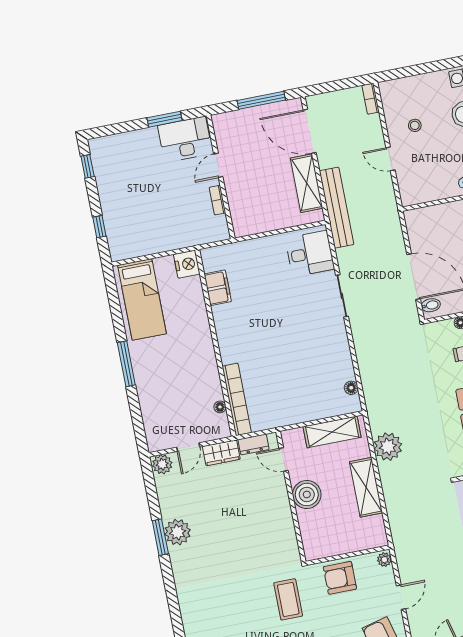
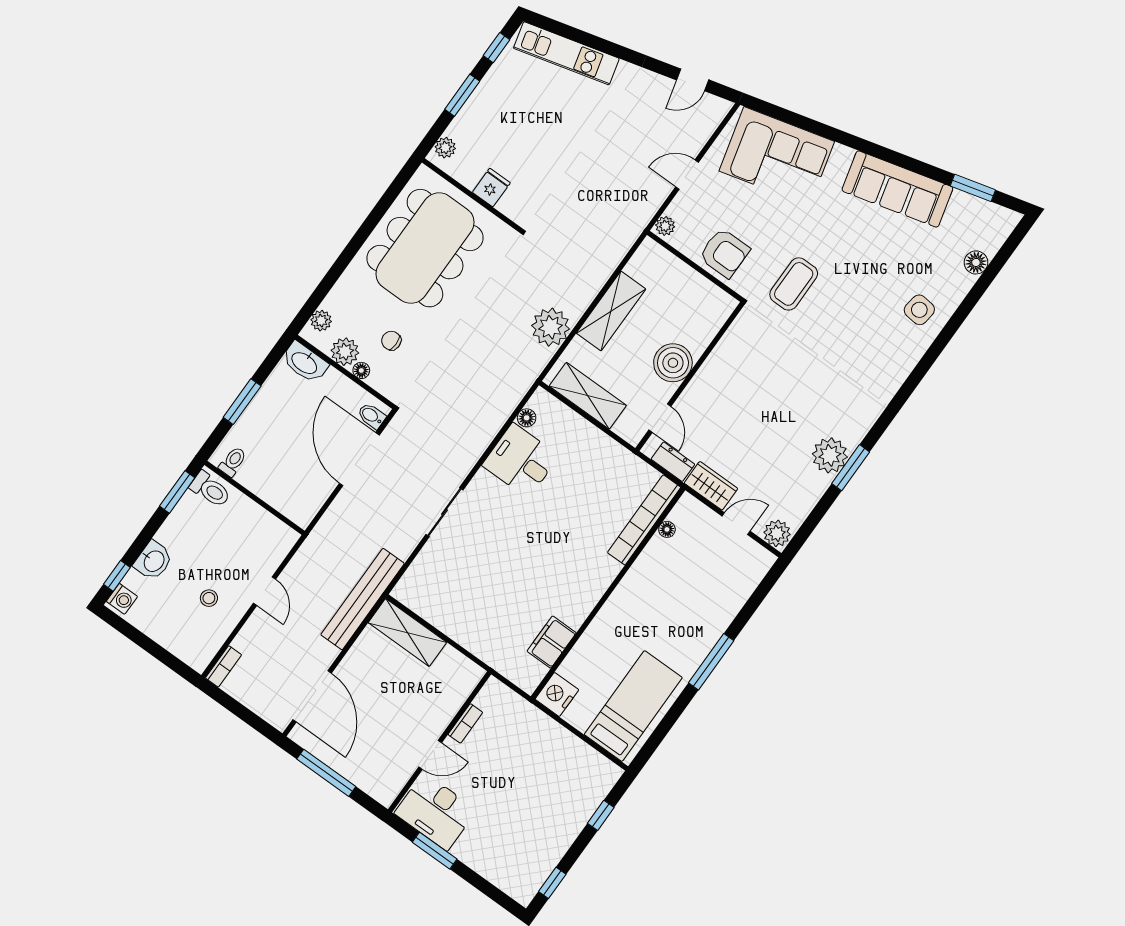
shelving: (307, 183) -> (407, 633), moved, turned 90
desk: (310, 254) -> (521, 460), moved

